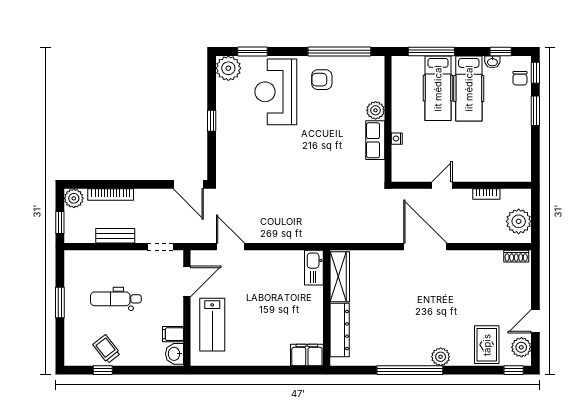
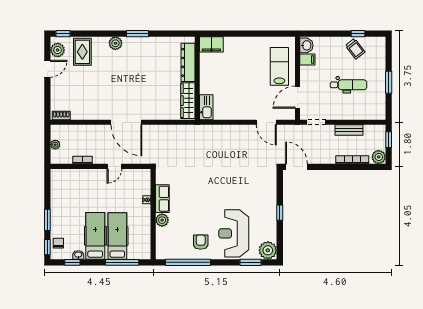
armchair: (322, 80) -> (201, 242), turned -90
reception desk: (276, 92) -> (234, 233), turned 180
plant: (519, 221) -> (55, 145), width x0.53, depth x0.53
window: (410, 370) -> (137, 34), width x0.47

